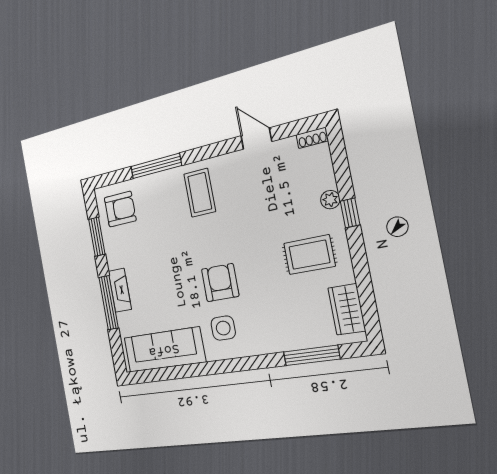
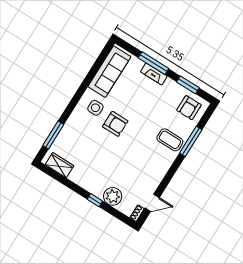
door: (256, 139) -> (152, 203), moved
coffee table: (200, 193) -> (170, 140), moved
plant: (330, 200) -> (113, 196), width x1.87, depth x1.87
rug: (309, 255) -> (93, 170), removed

